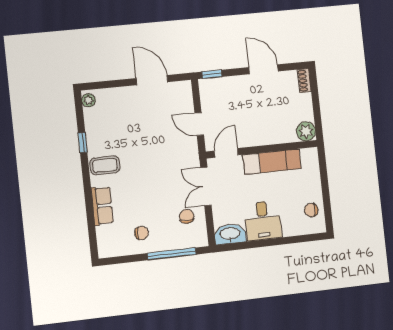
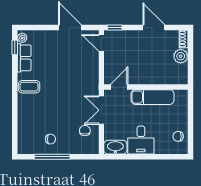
door: (199, 124) -> (101, 43), moved
plant: (306, 131) -> (181, 56), moved
window: (83, 143) -> (15, 47), moved
row of seats: (102, 206) -> (24, 58), moved
window: (172, 254) -> (52, 157), moved

